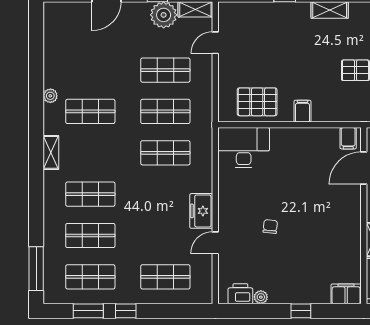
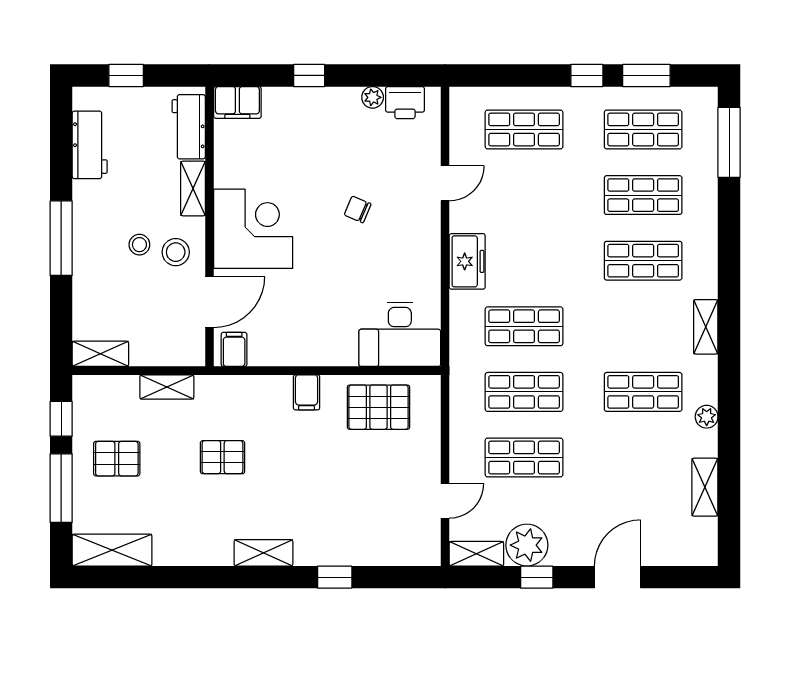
shelving: (51, 51) -> (705, 487), added
freezer: (201, 211) -> (467, 261), moved
corner desk: (336, 214) -> (253, 229), added
chair: (270, 226) -> (358, 209), turned 107

